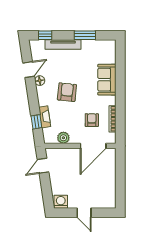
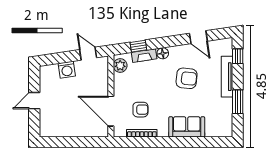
floor lamp: (40, 81) -> (163, 53), moved
armchair: (67, 92) -> (187, 78), moved
plant: (63, 138) -> (120, 66), moved
washing machine: (61, 202) -> (67, 70), moved, turned 82

